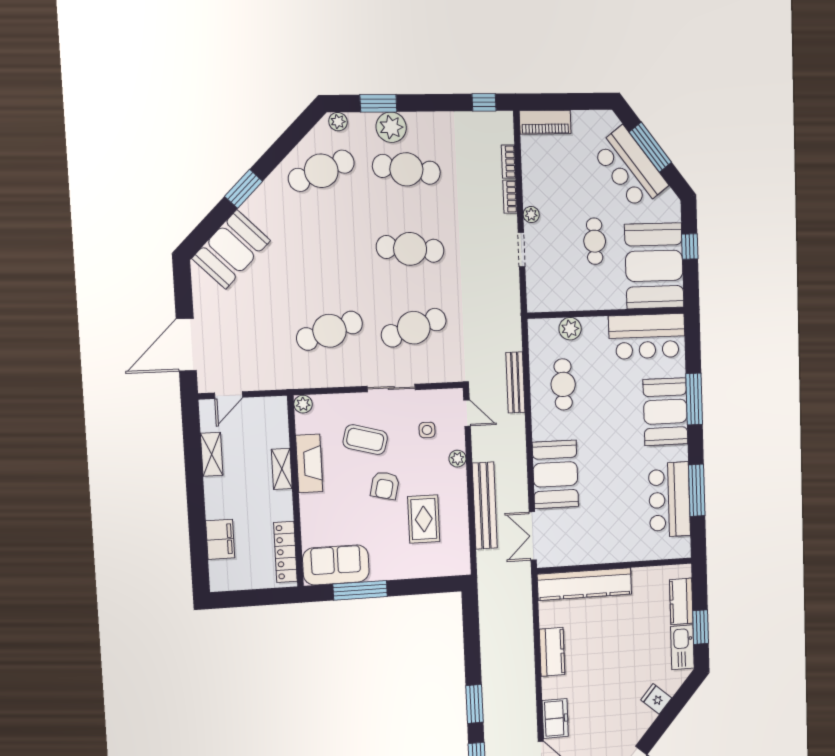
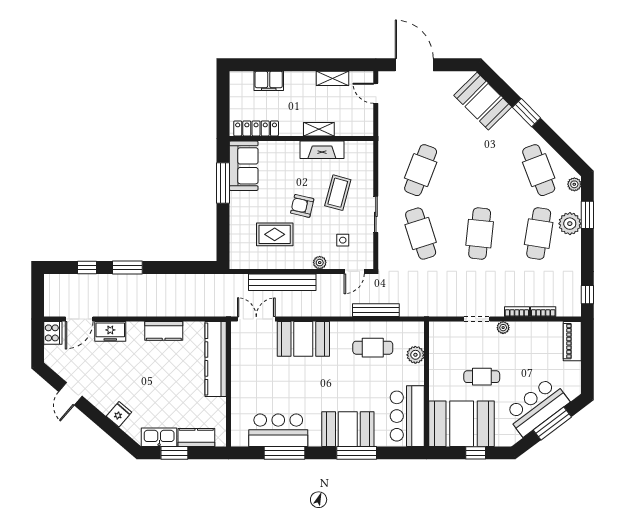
cafe table: (330, 331) -> (421, 170), turned 39
plant: (303, 404) -> (367, 148), removed

